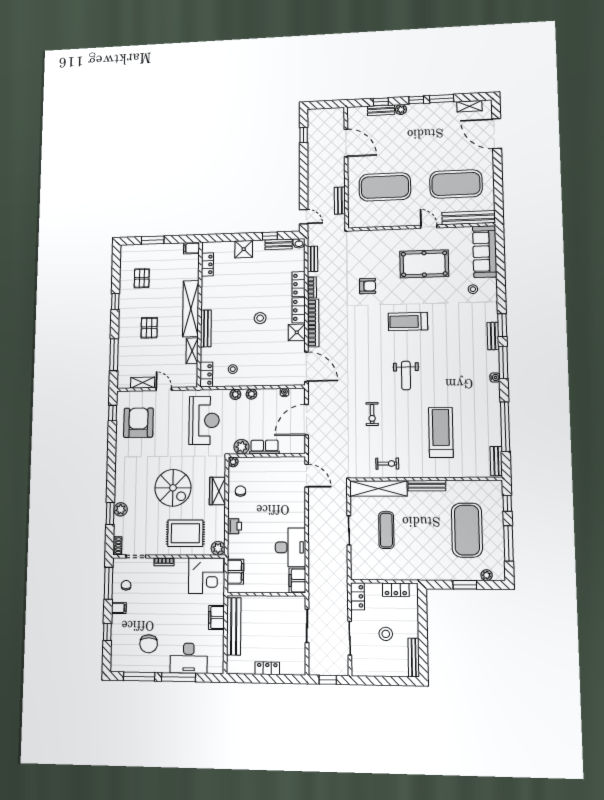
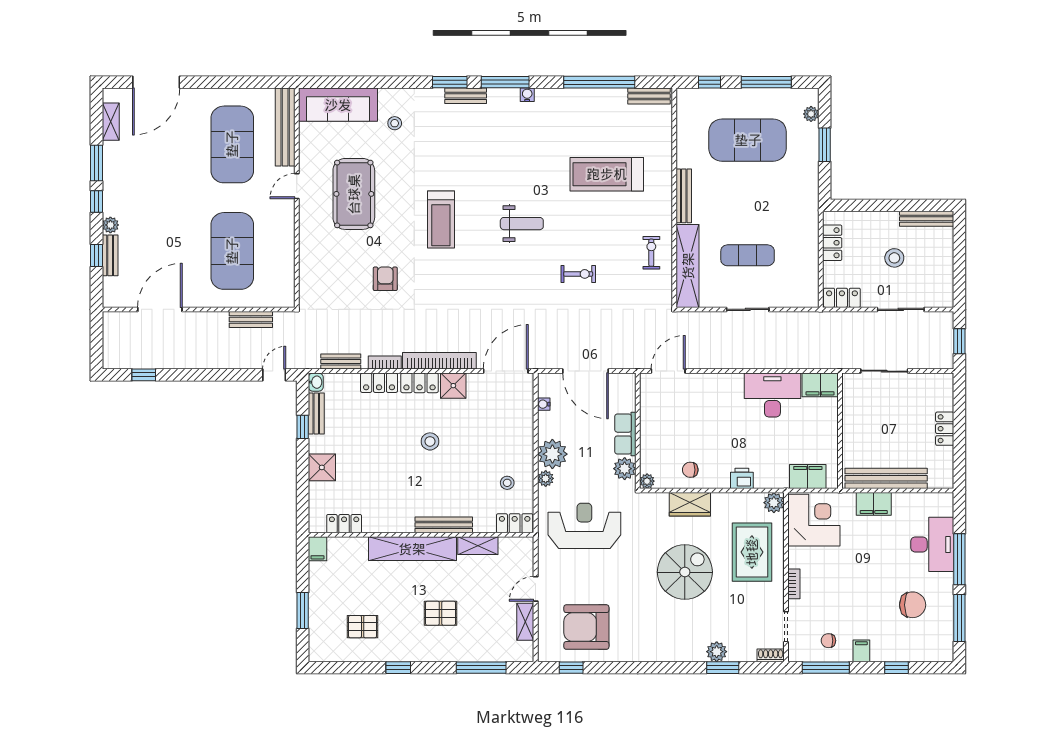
plant: (251, 394) -> (552, 454), width x1.88, depth x1.88

